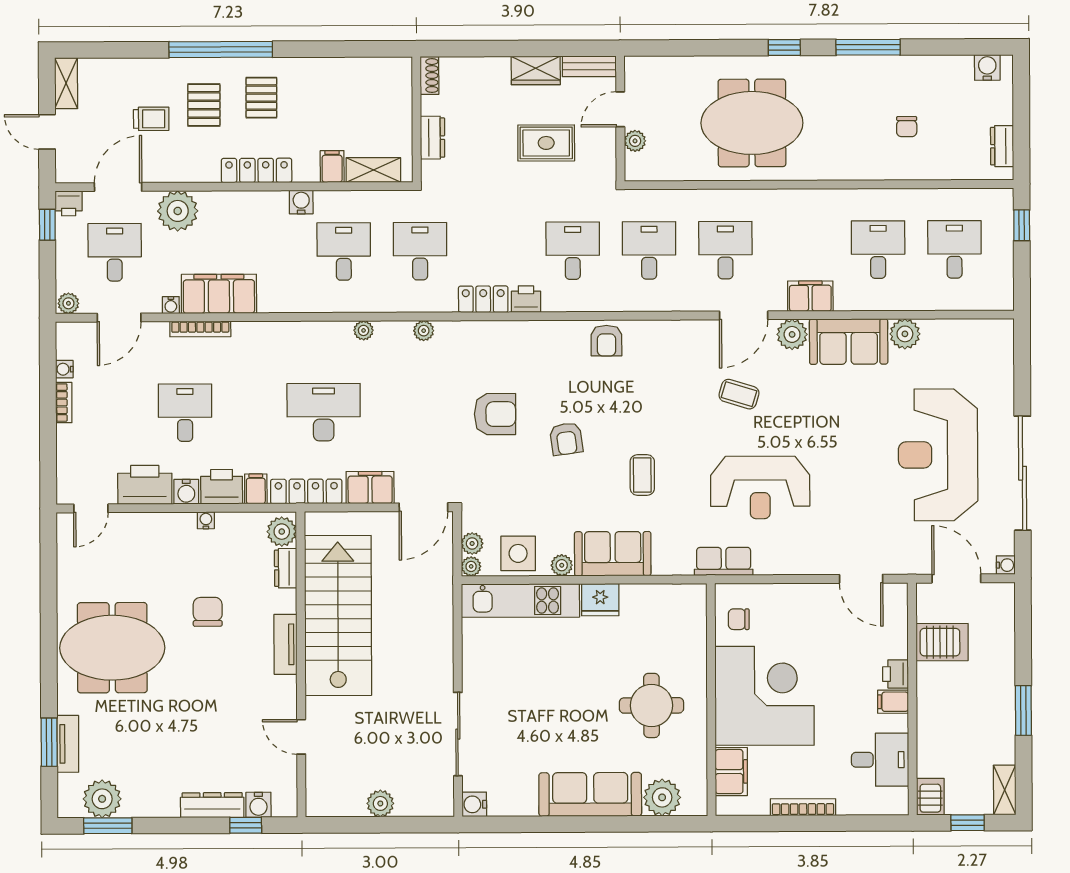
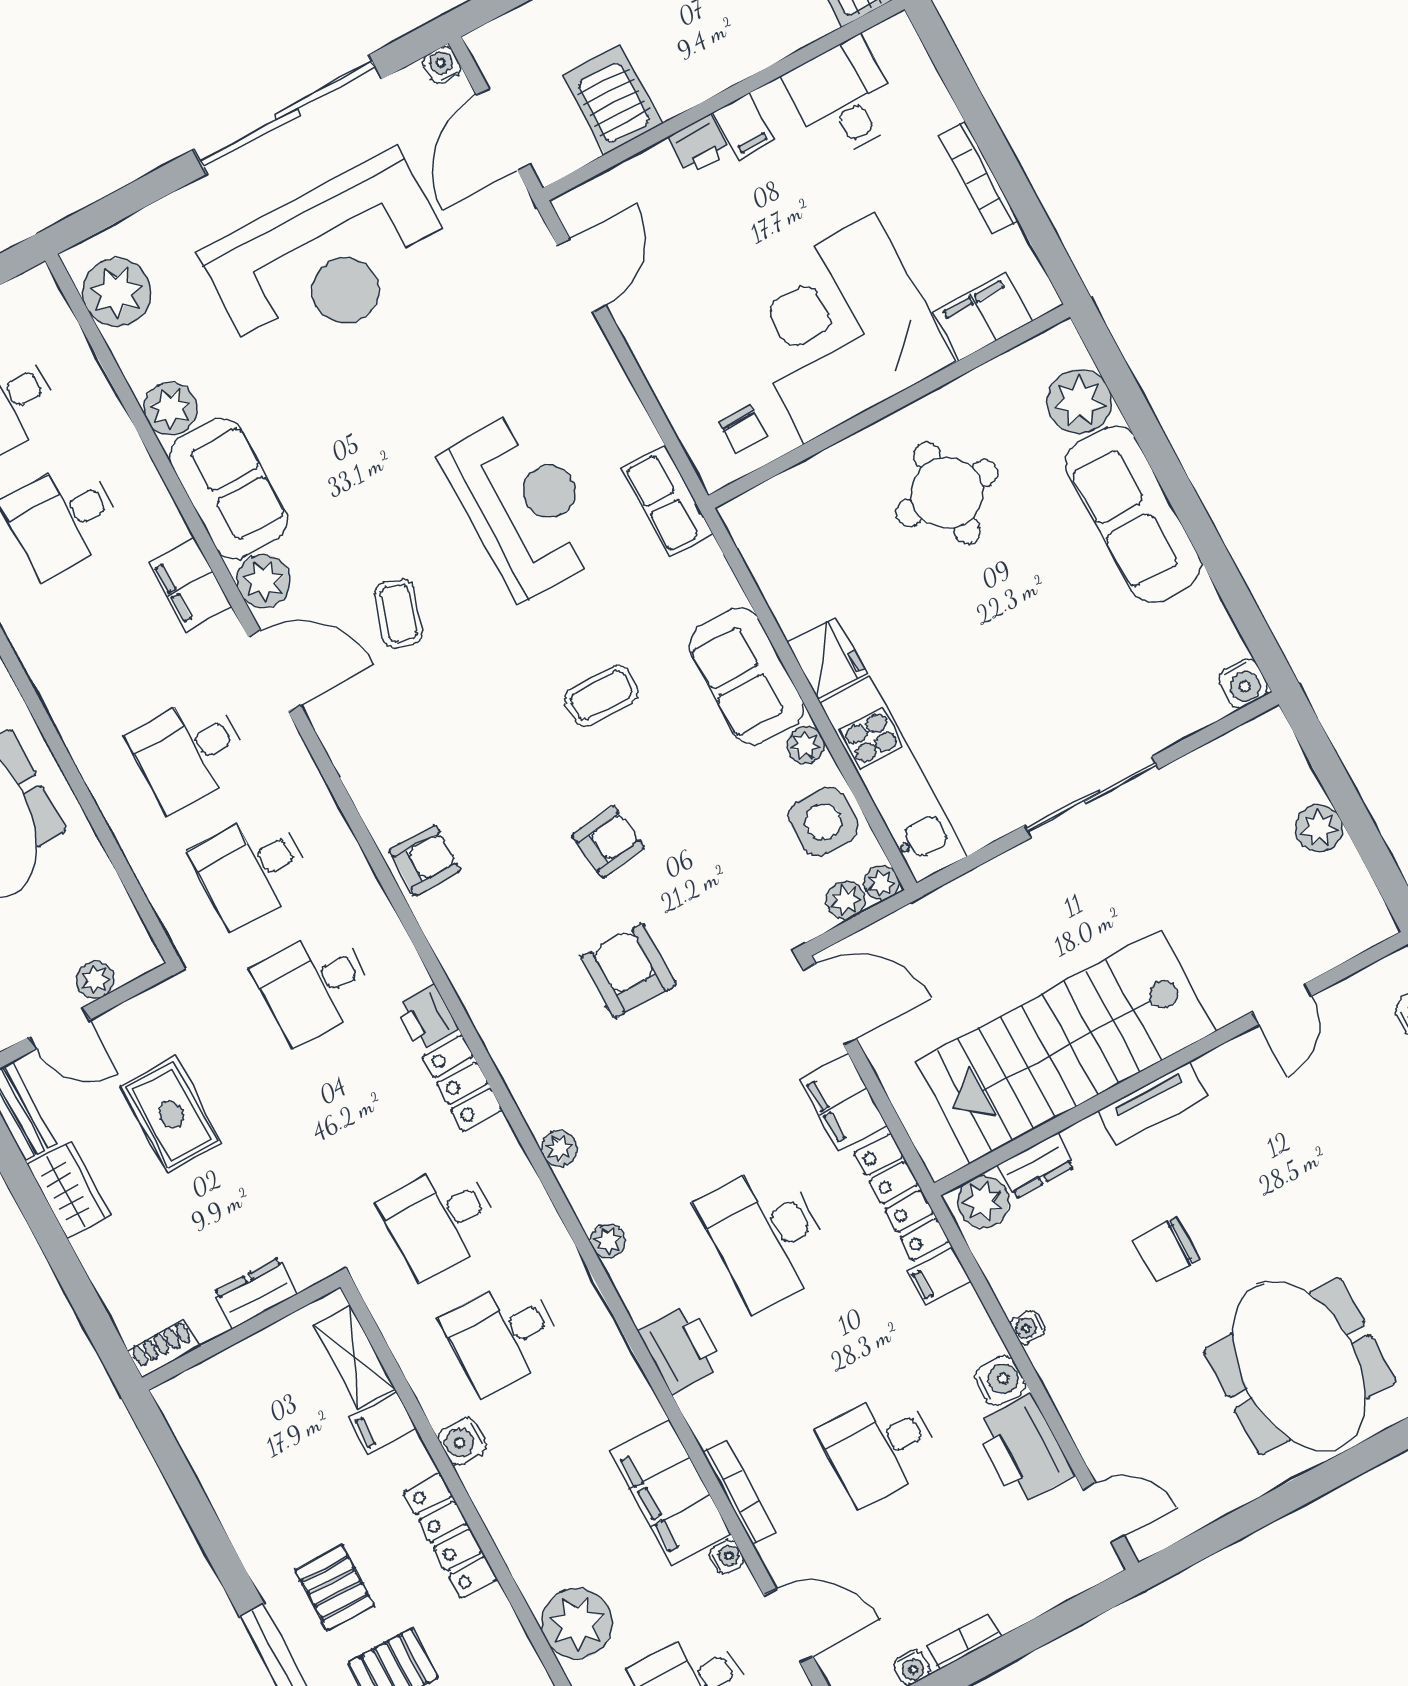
pallet: (261, 98) -> (335, 1588), turned 90
plant: (978, 338) -> (117, 292), added
printer: (222, 487) -> (681, 1348), moved, turned 180
sliding door: (458, 734) -> (1091, 797), moved

